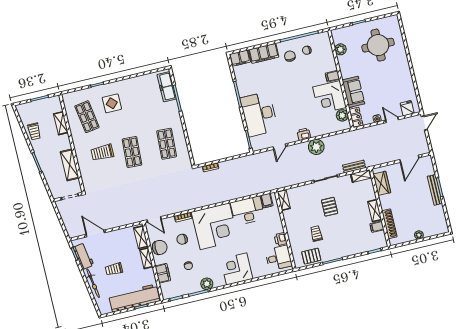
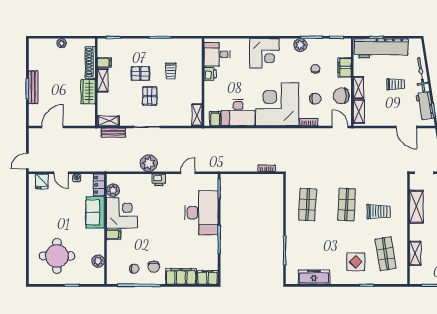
freezer: (167, 87) -> (314, 277), moved, turned -90
wardrobe: (382, 183) -> (88, 92), moved
pallet: (311, 256) -> (140, 74), moved

